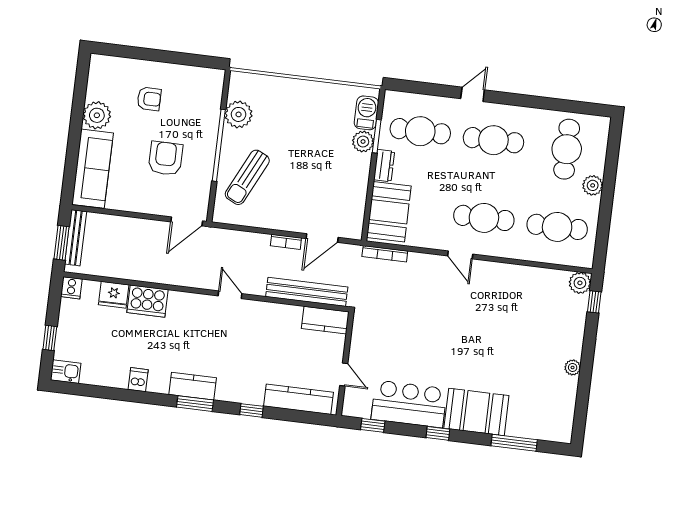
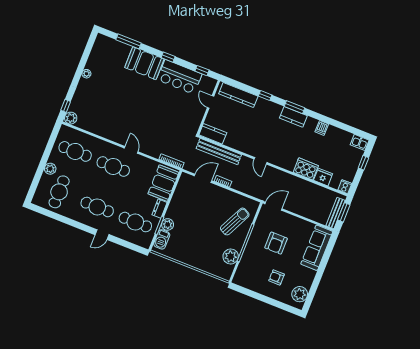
plant: (97, 115) -> (300, 294), moved

